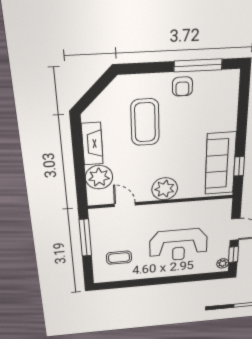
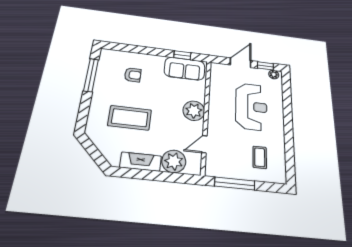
armchair: (182, 87) -> (133, 75), moved
sofa: (220, 164) -> (185, 69), width x0.73

